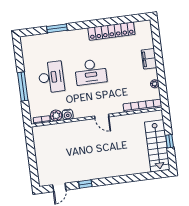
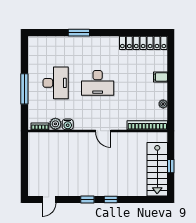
window: (57, 28) -> (79, 33), moved
locker: (111, 31) -> (143, 43), moved
filing cabinet: (149, 59) -> (160, 77), width x0.50
window: (117, 180) -> (111, 200), added
window: (85, 184) -> (87, 200), moved

